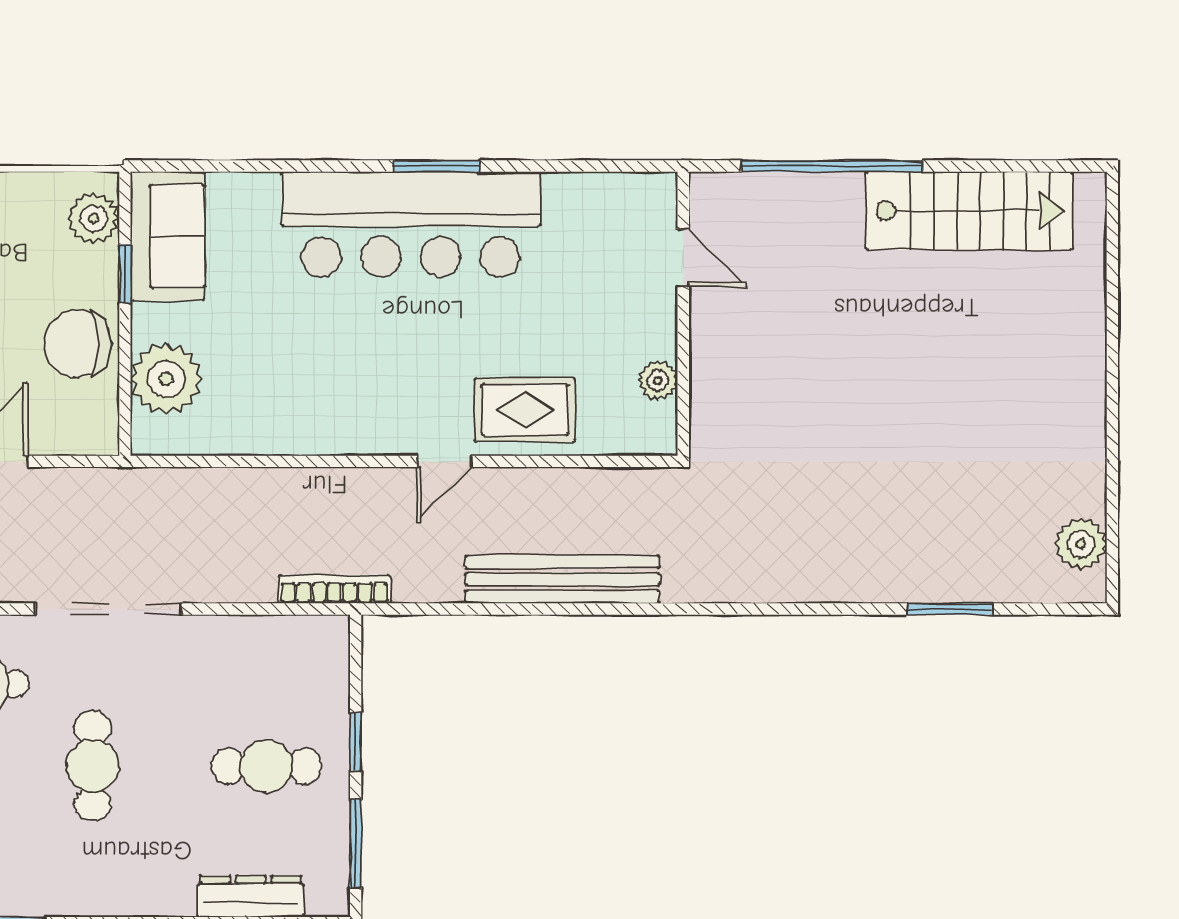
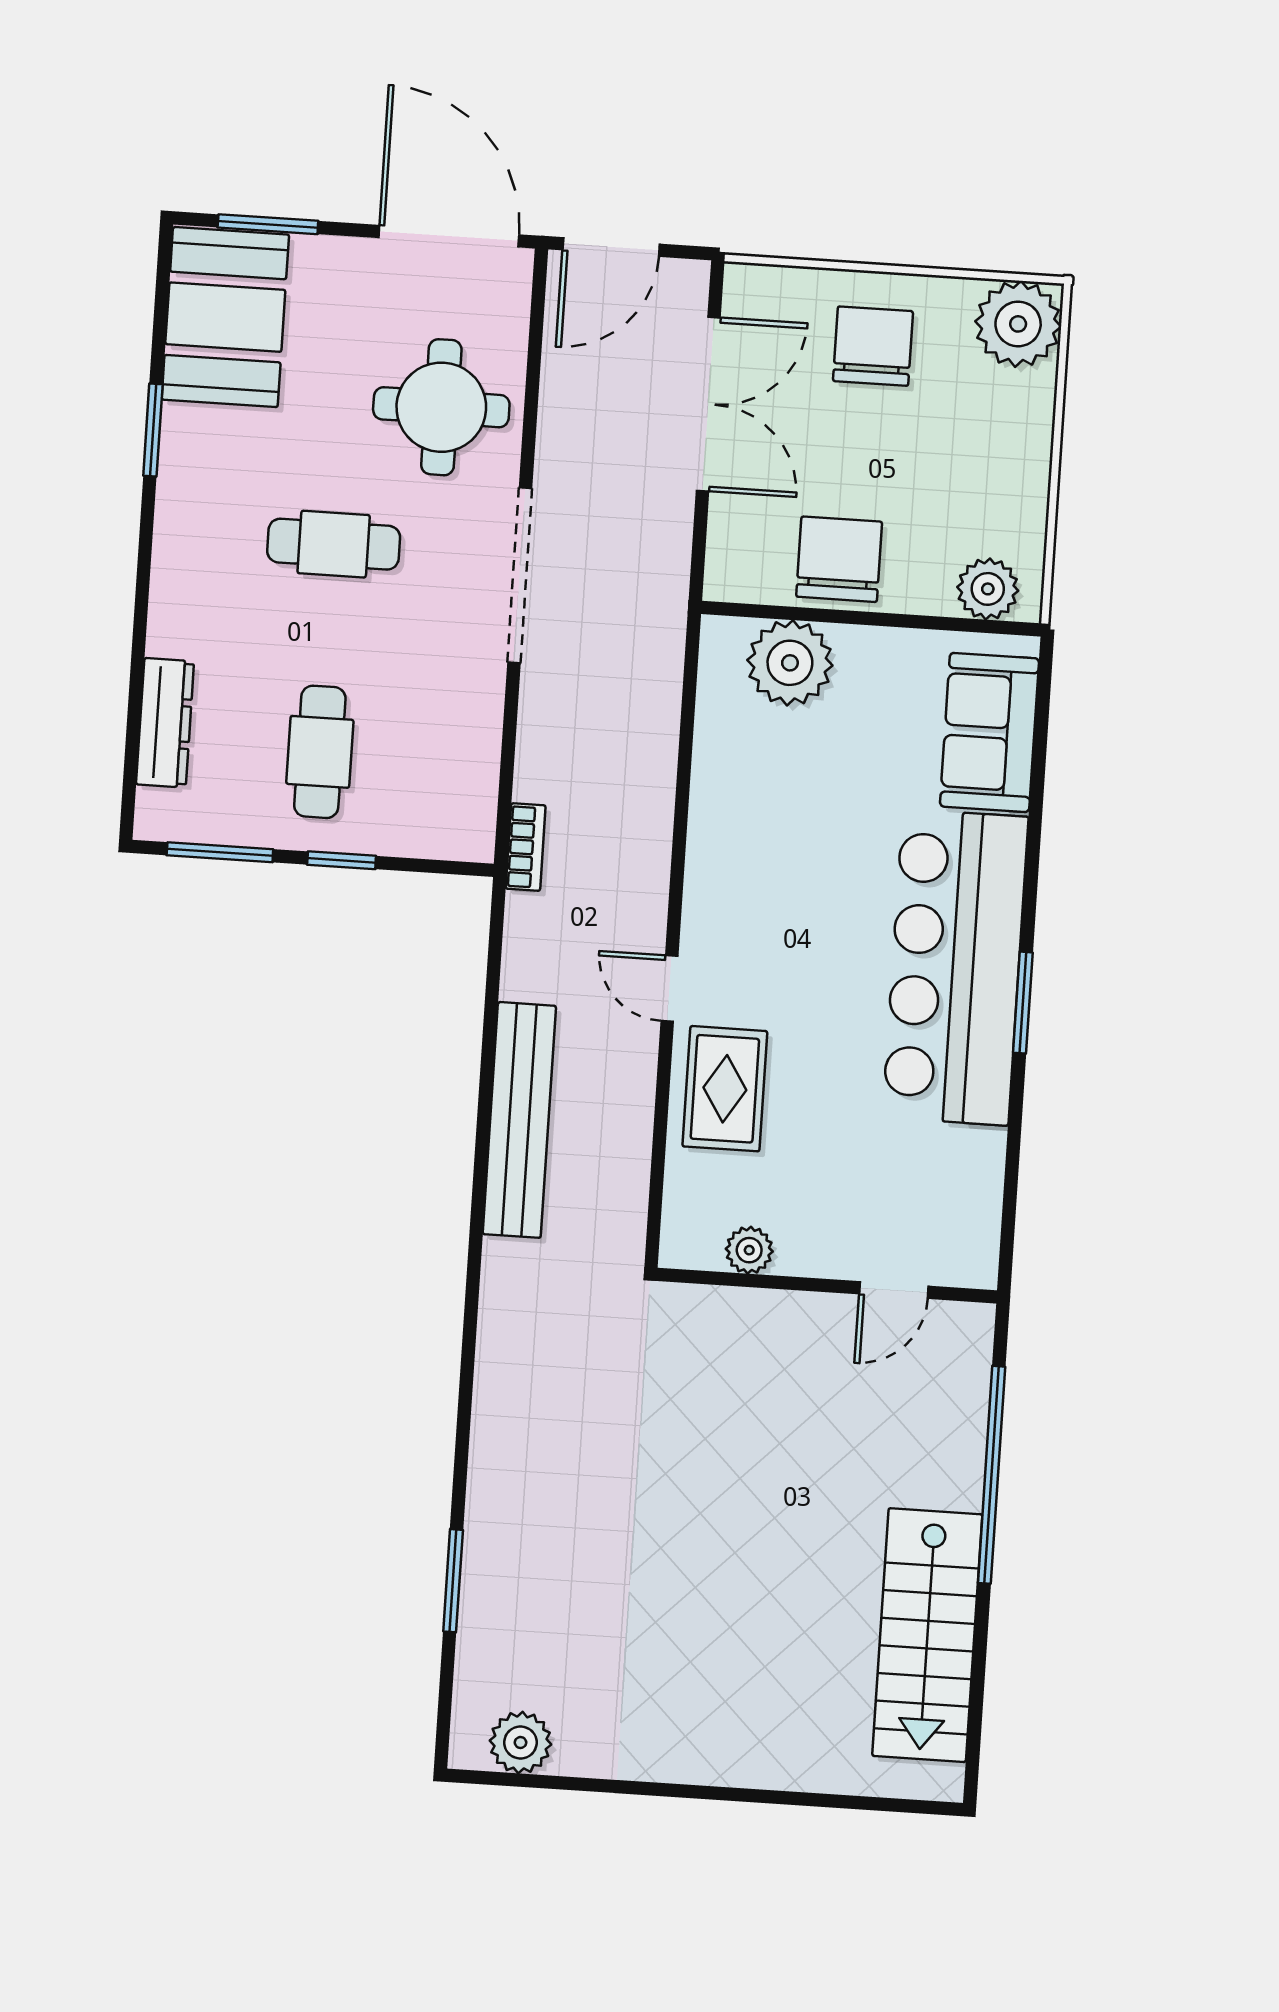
sofa: (168, 236) -> (989, 732), moved, turned 90
window: (125, 274) -> (919, 622), removed
bookcase: (334, 589) -> (526, 847), width x0.64

